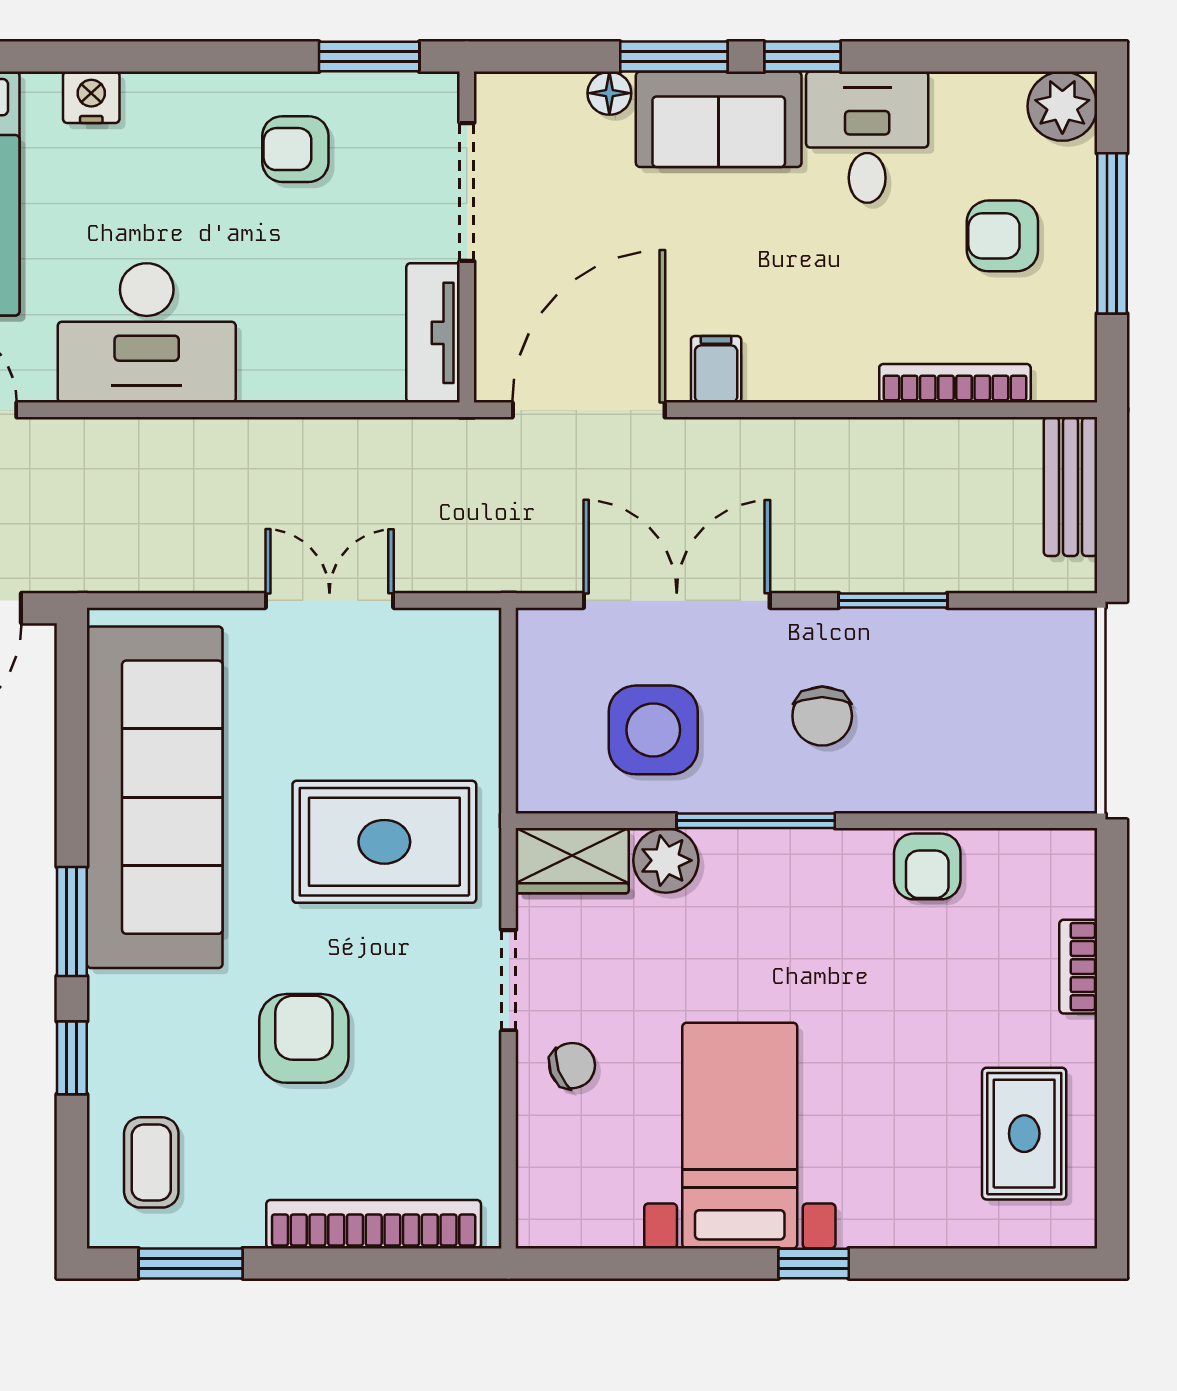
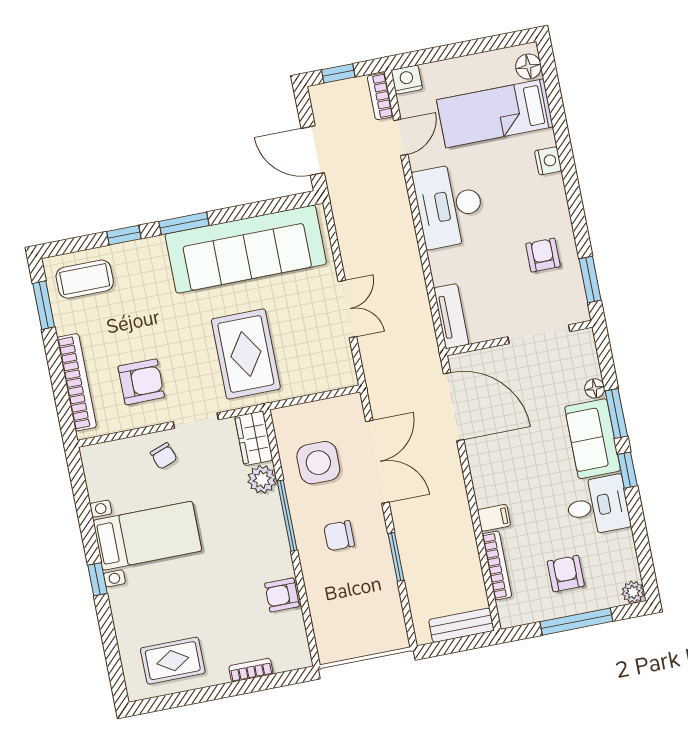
plant: (1062, 106) -> (633, 592), width x0.73, depth x0.73
tv unit: (433, 333) -> (451, 316), moved, turned 90
filing cabinet: (716, 369) -> (494, 518), moved
armchair: (304, 1038) -> (141, 382), moved
coffee table: (151, 1162) -> (85, 279), width x1.36, depth x1.30

